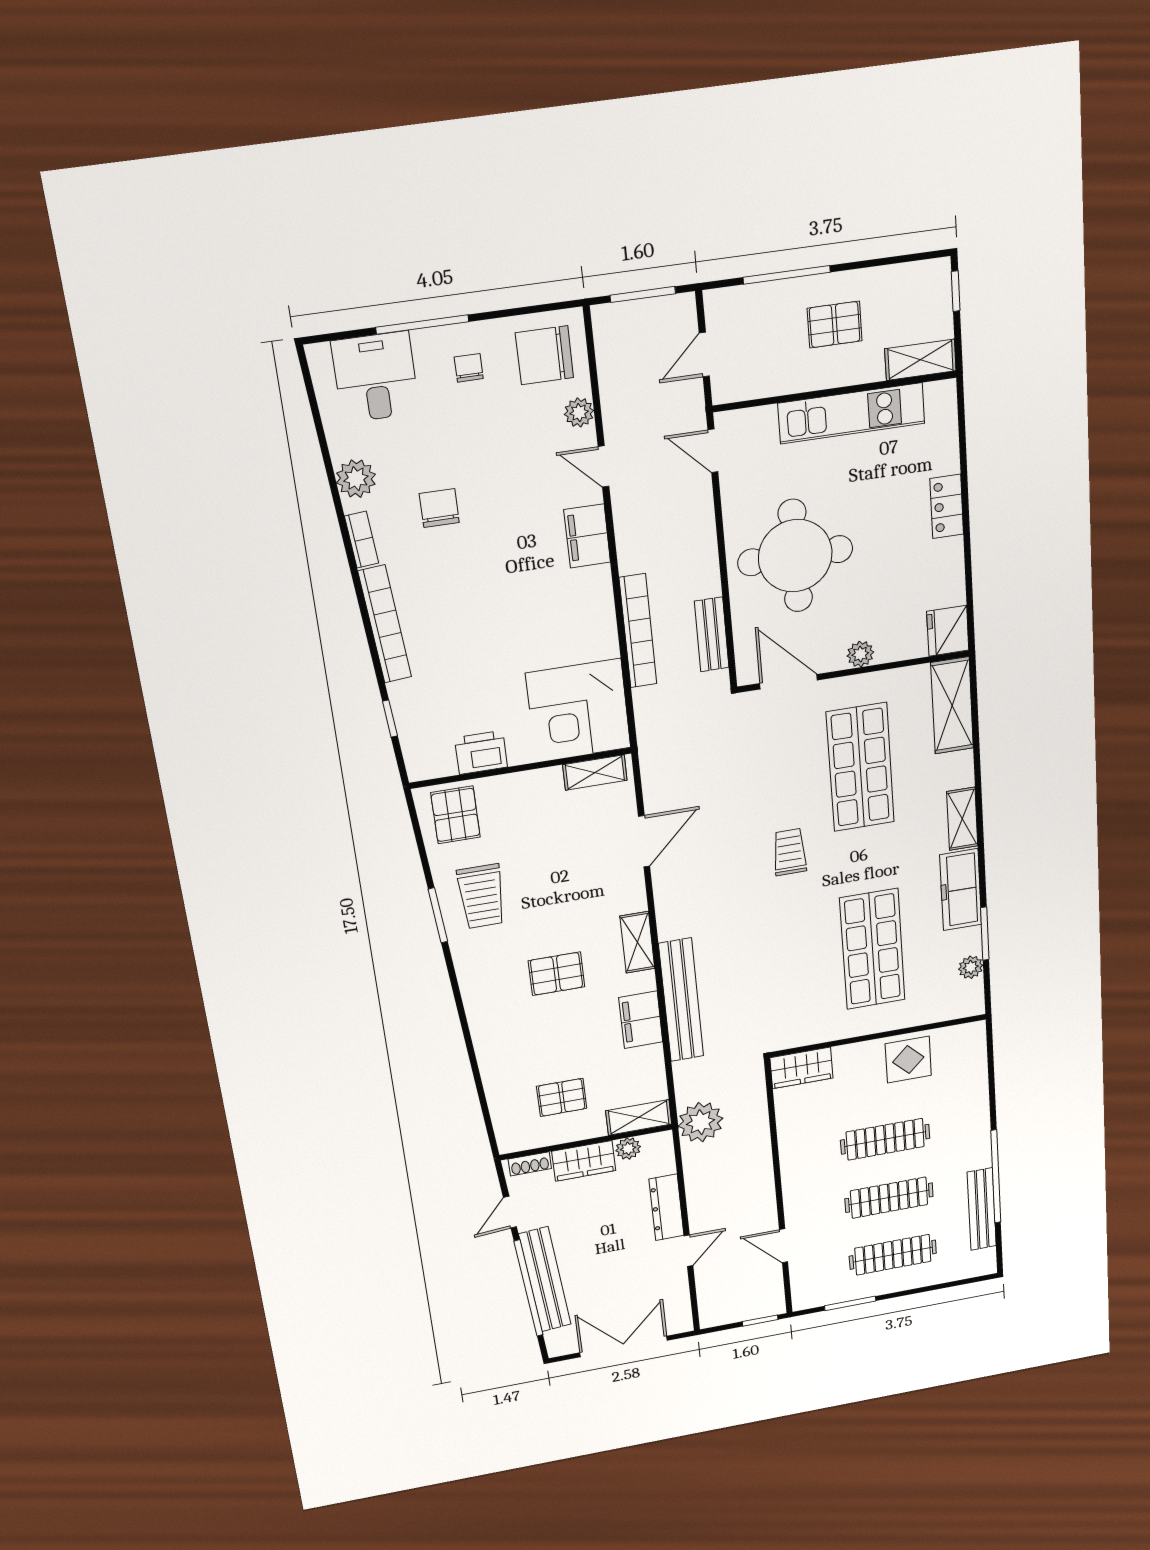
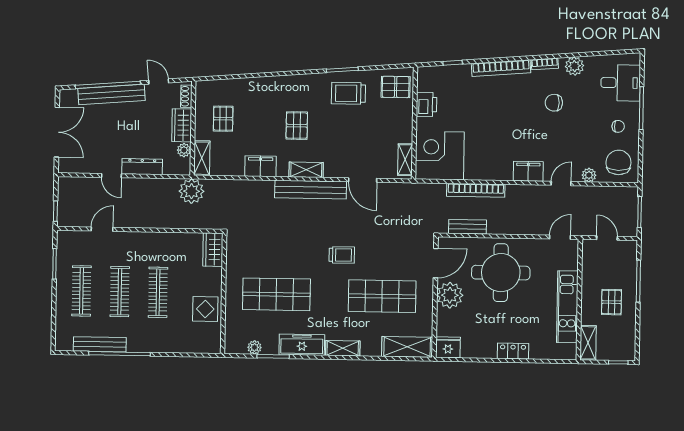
chair: (439, 508) -> (554, 103), turned 180
plant: (860, 654) -> (450, 295), width x1.88, depth x1.88
bench: (681, 1000) -> (311, 190), moved

